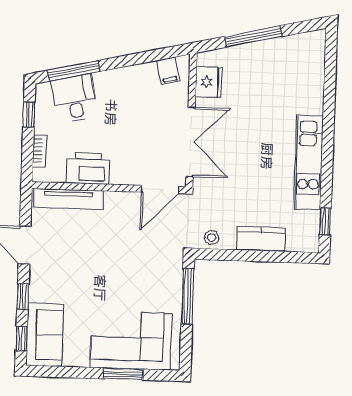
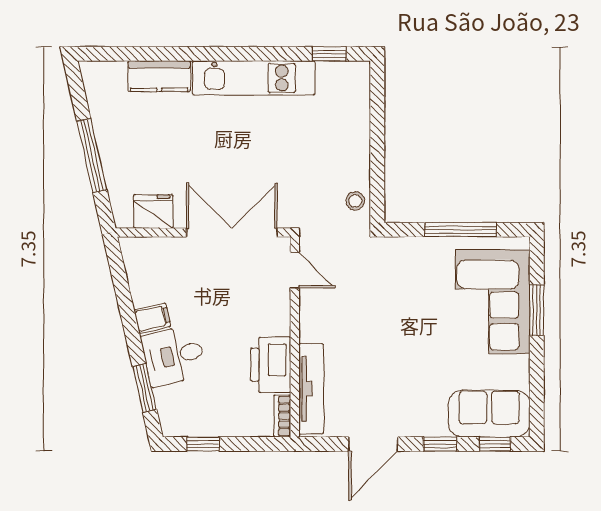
window: (74, 71) -> (144, 388), width x0.69
filing cabinet: (168, 71) -> (152, 318), moved
desk: (75, 99) -> (174, 356), moved
bookcase: (39, 151) -> (282, 416), moved, turned -90
door: (160, 189) -> (295, 270), width x0.73
kitchen counter: (261, 239) -> (159, 76), moved, turned -90
window: (188, 296) -> (461, 230), moved

